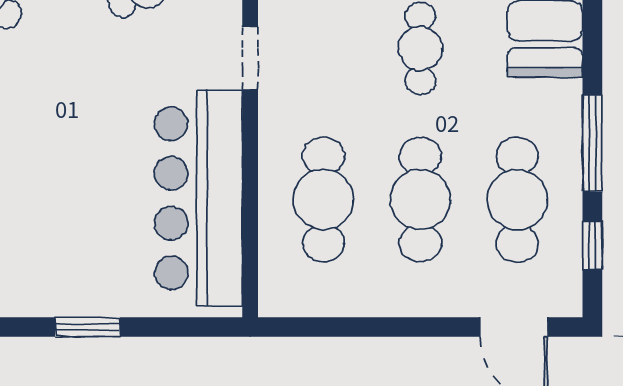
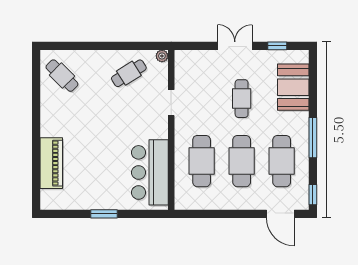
bar counter: (198, 198) -> (150, 172), width x0.73
window: (592, 245) -> (313, 195), moved

